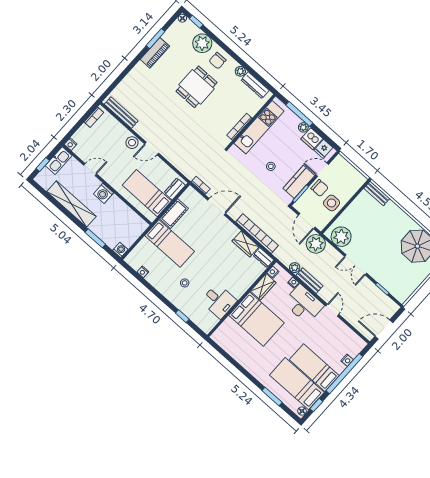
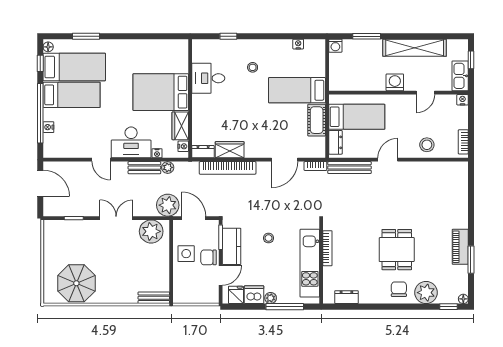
plant: (240, 71) -> (370, 298), removed
dresser: (255, 85) -> (346, 297), width x0.70
bench: (121, 113) -> (349, 168), moved
stool: (132, 143) -> (427, 145), moved
door: (384, 330) -> (40, 183), hinge flipped

